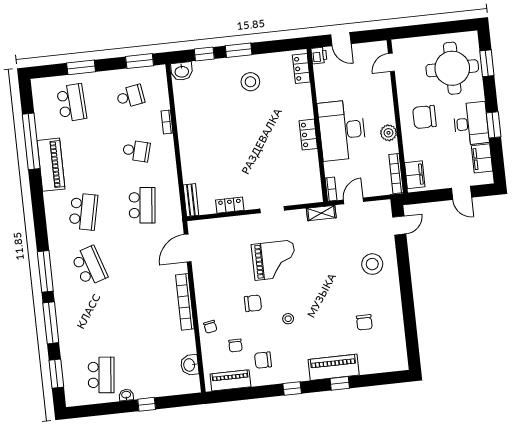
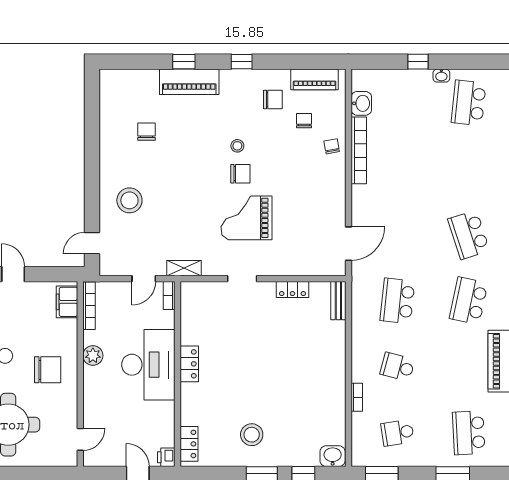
bookcase: (185, 302) -> (359, 150), moved
chair: (253, 303) -> (240, 174), moved, turned 180

